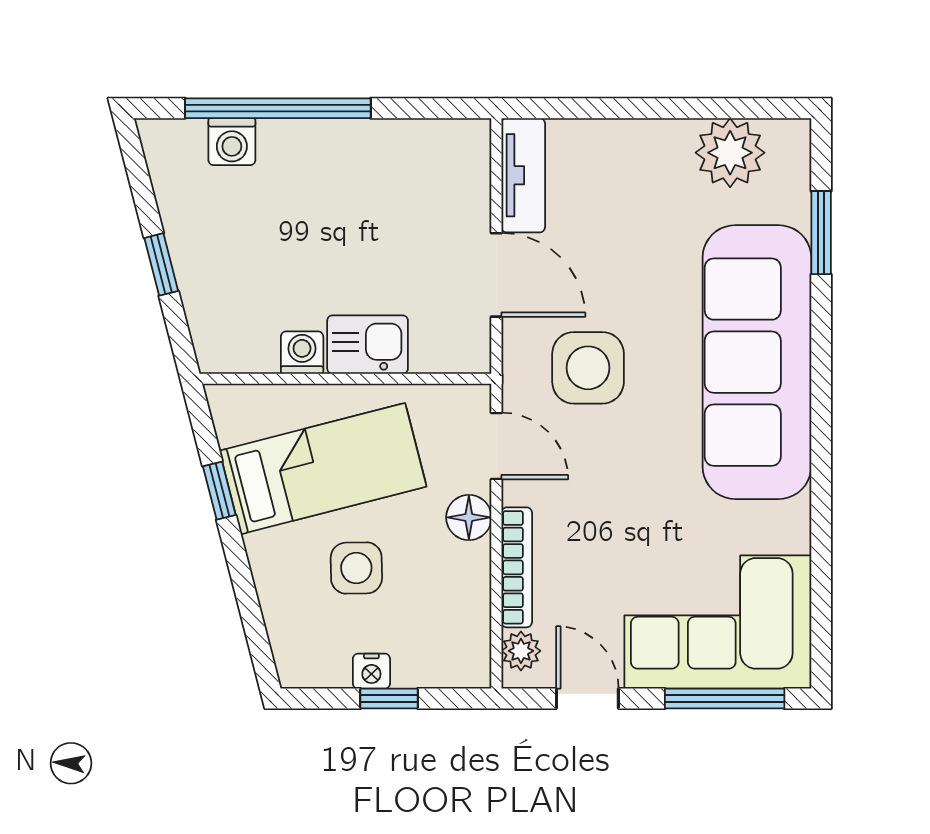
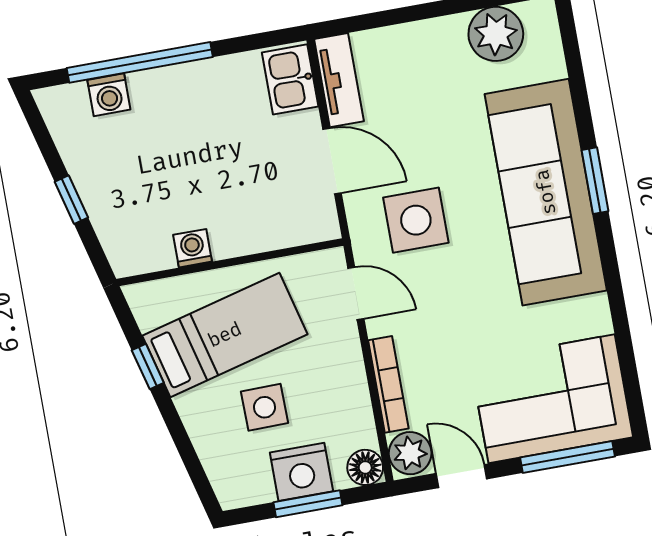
window: (821, 233) -> (595, 181), moved
kitchen sink: (368, 345) -> (290, 79), moved, turned -90
floor lamp: (469, 517) -> (365, 467), moved
plant: (521, 651) -> (410, 453), width x1.38, depth x1.38
nightstand: (371, 671) -> (301, 472), width x1.89, depth x1.79
window: (389, 699) -> (308, 504), width x1.50

